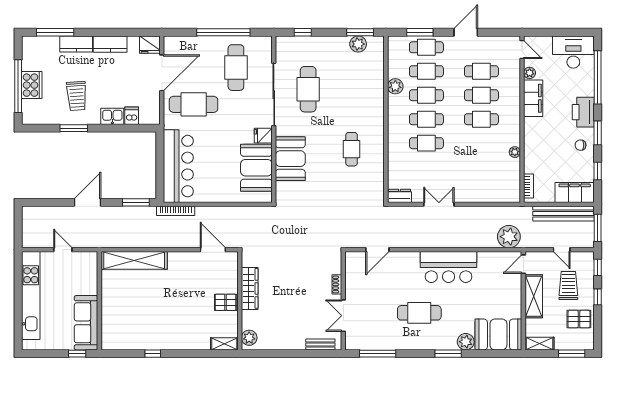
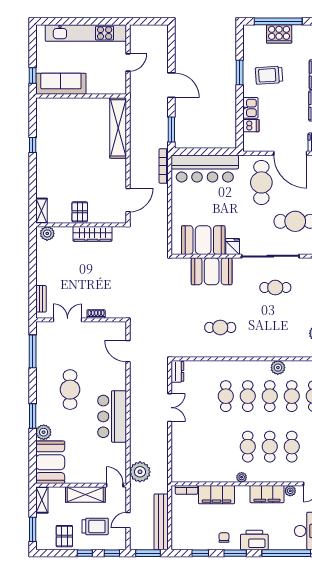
cafe table: (308, 89) -> (275, 288), width x0.73, depth x0.74
plant: (515, 152) -> (242, 477), moved
filing cabinet: (575, 192) -> (216, 495), moved, turned 90

